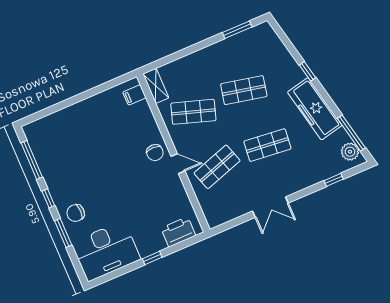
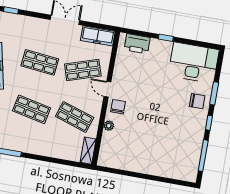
filing cabinet: (134, 95) -> (106, 154), removed
plant: (151, 126) -> (109, 126), added
freezer: (225, 213) -> (98, 36), added

